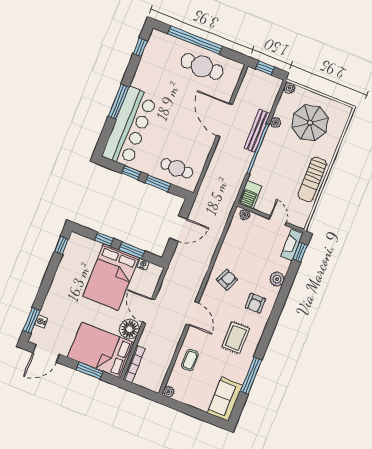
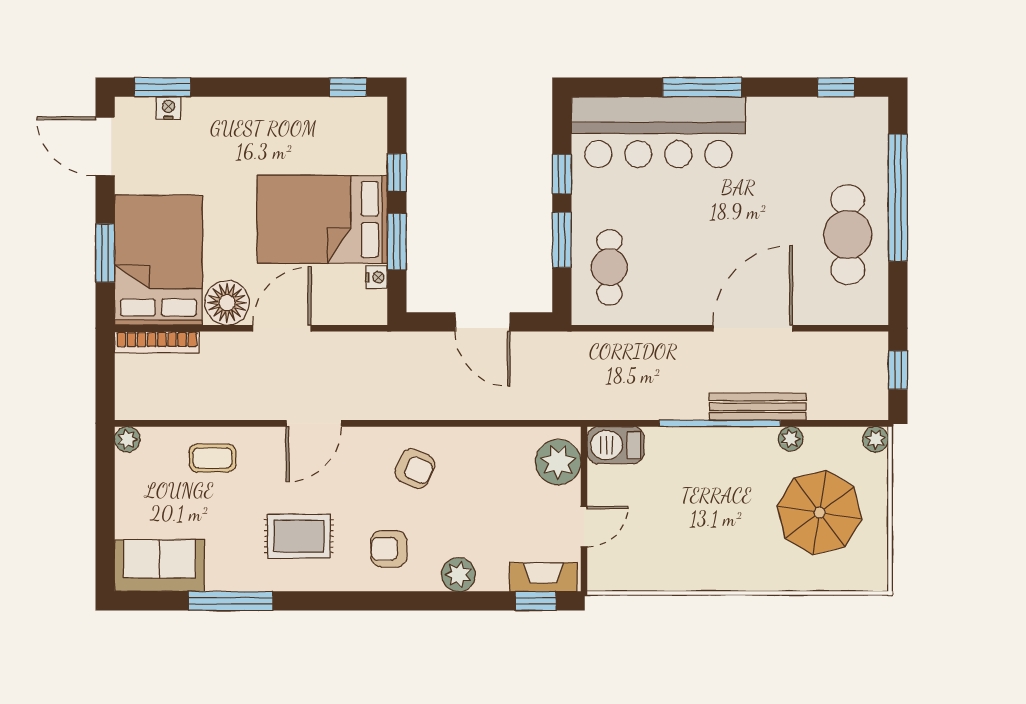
sun lounger: (312, 179) -> (701, 565), removed
plant: (245, 215) -> (558, 462), width x1.88, depth x1.88

